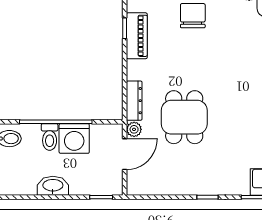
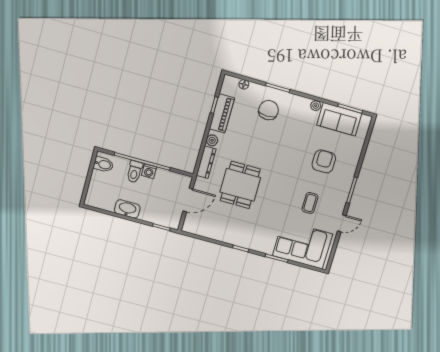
plant: (134, 129) -> (212, 140), moved
washing machine: (74, 138) -> (149, 171), width x0.53, depth x0.53

